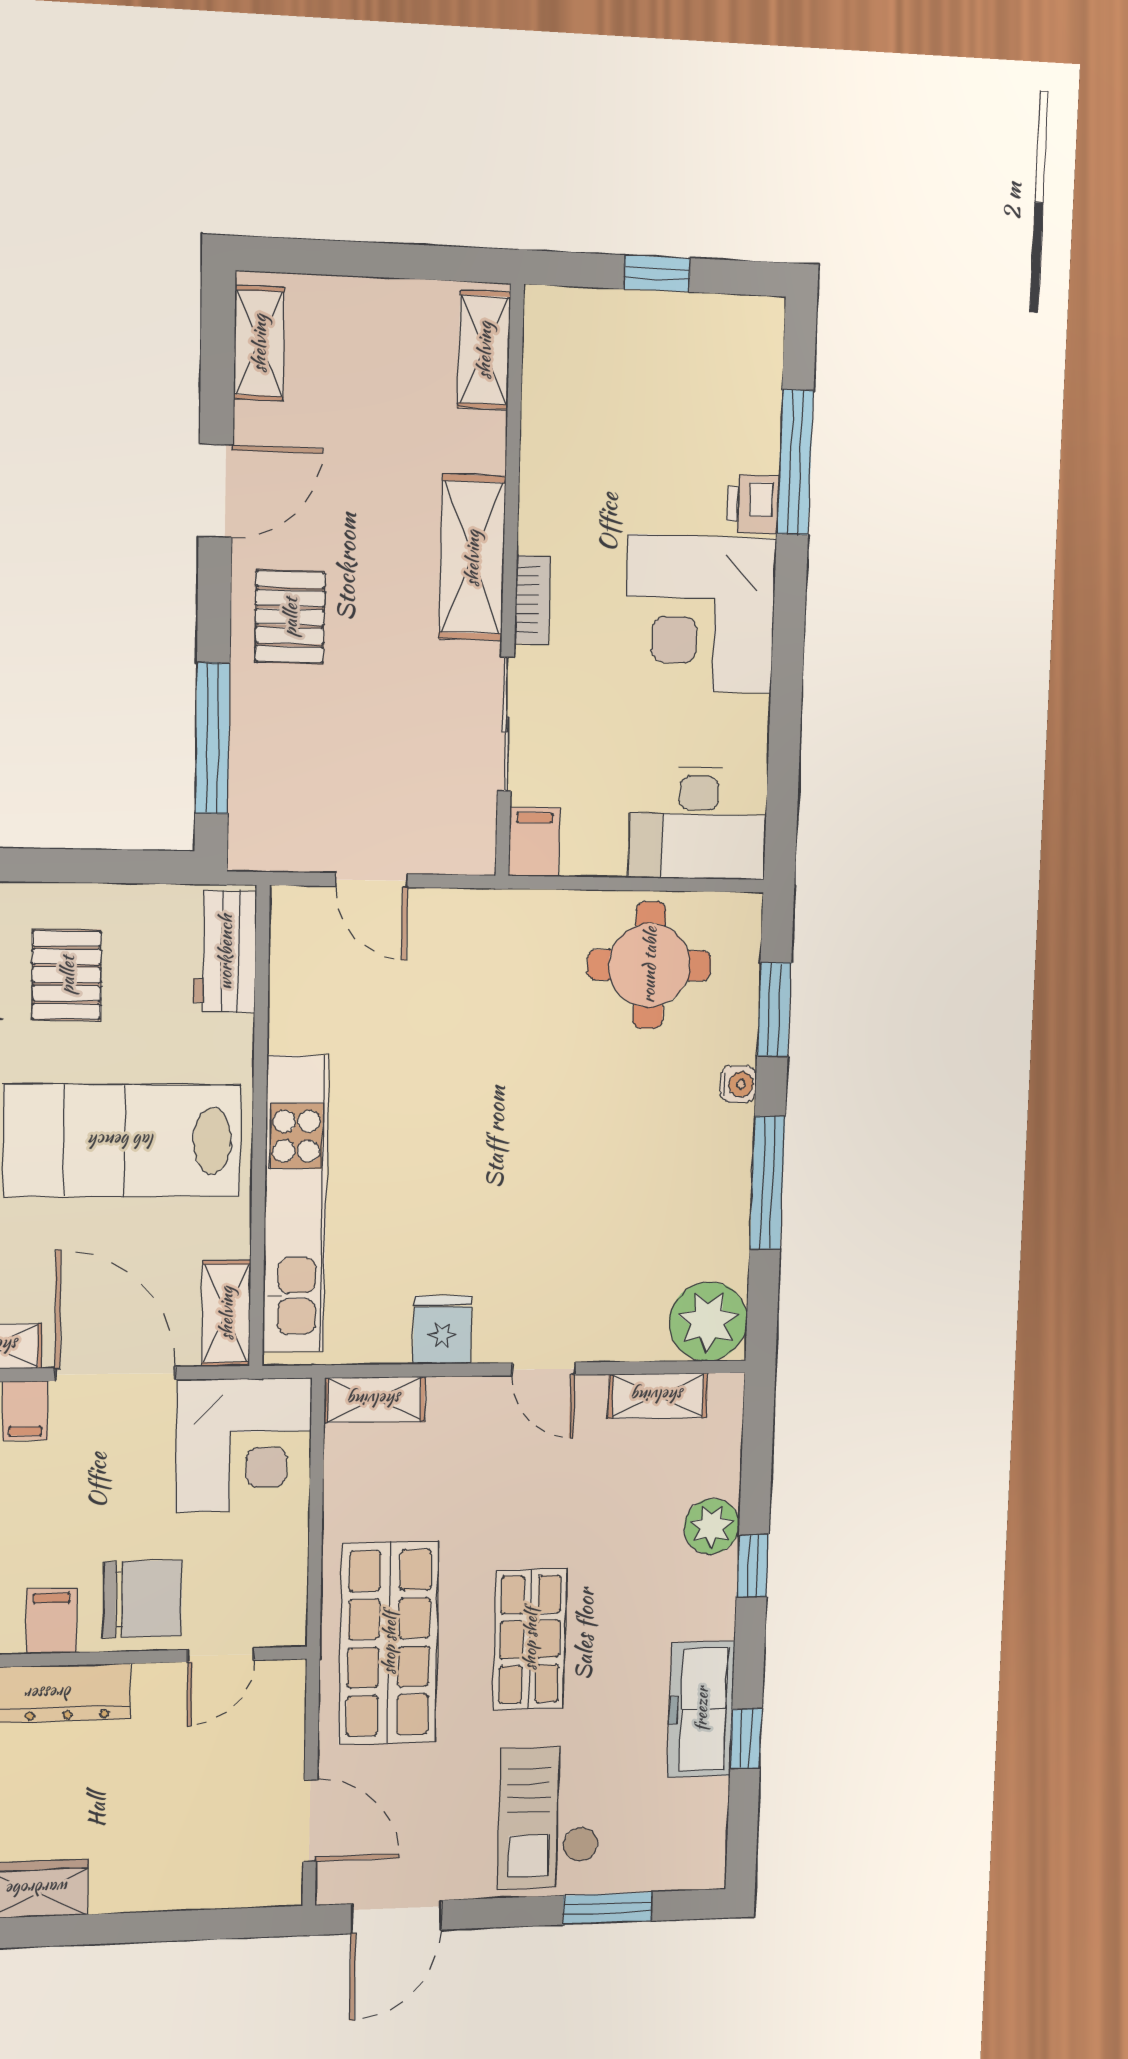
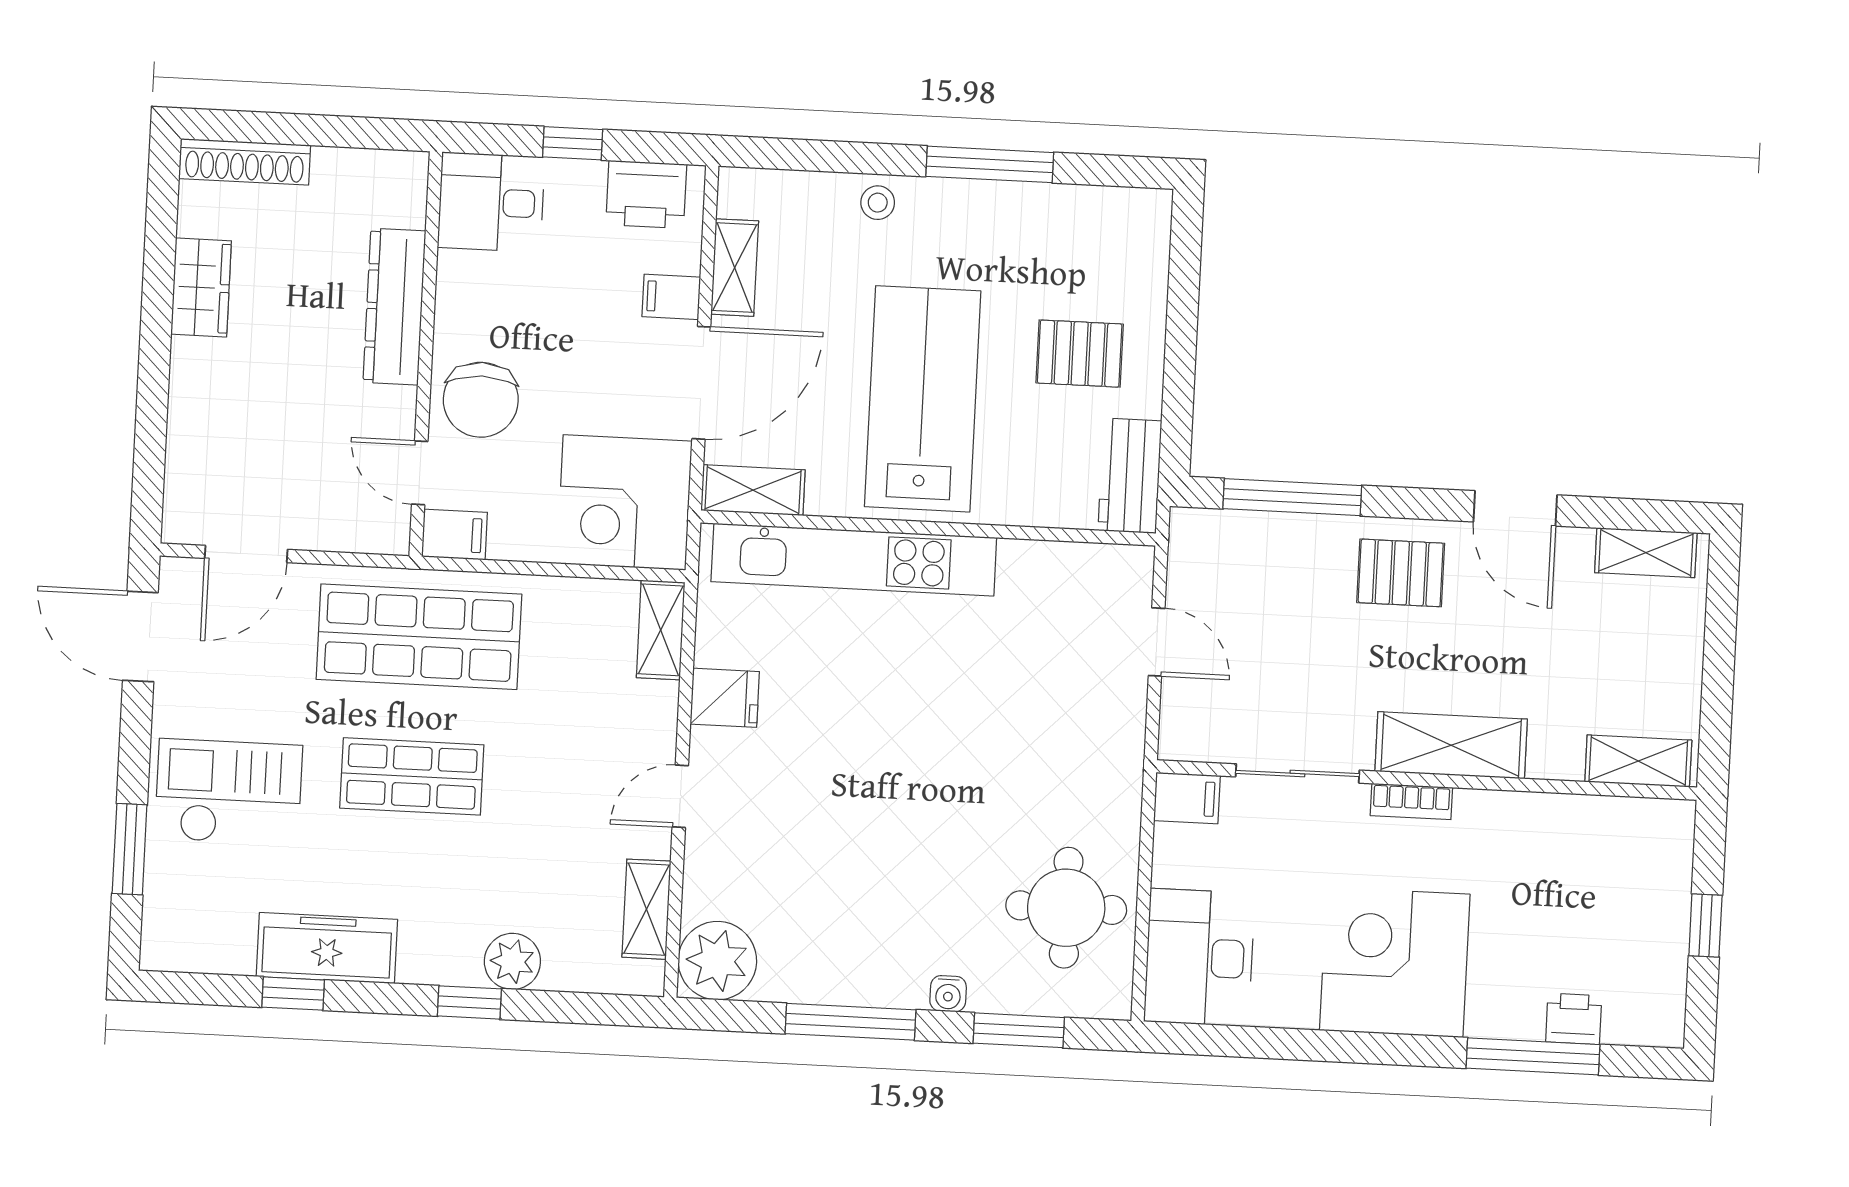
printer: (753, 504) -> (1574, 1019), moved
door: (372, 880) -> (1157, 642), swing flipped
workbench: (225, 952) -> (1130, 476), moved, turned -90
filing cabinet: (52, 1621) -> (454, 535), moved

